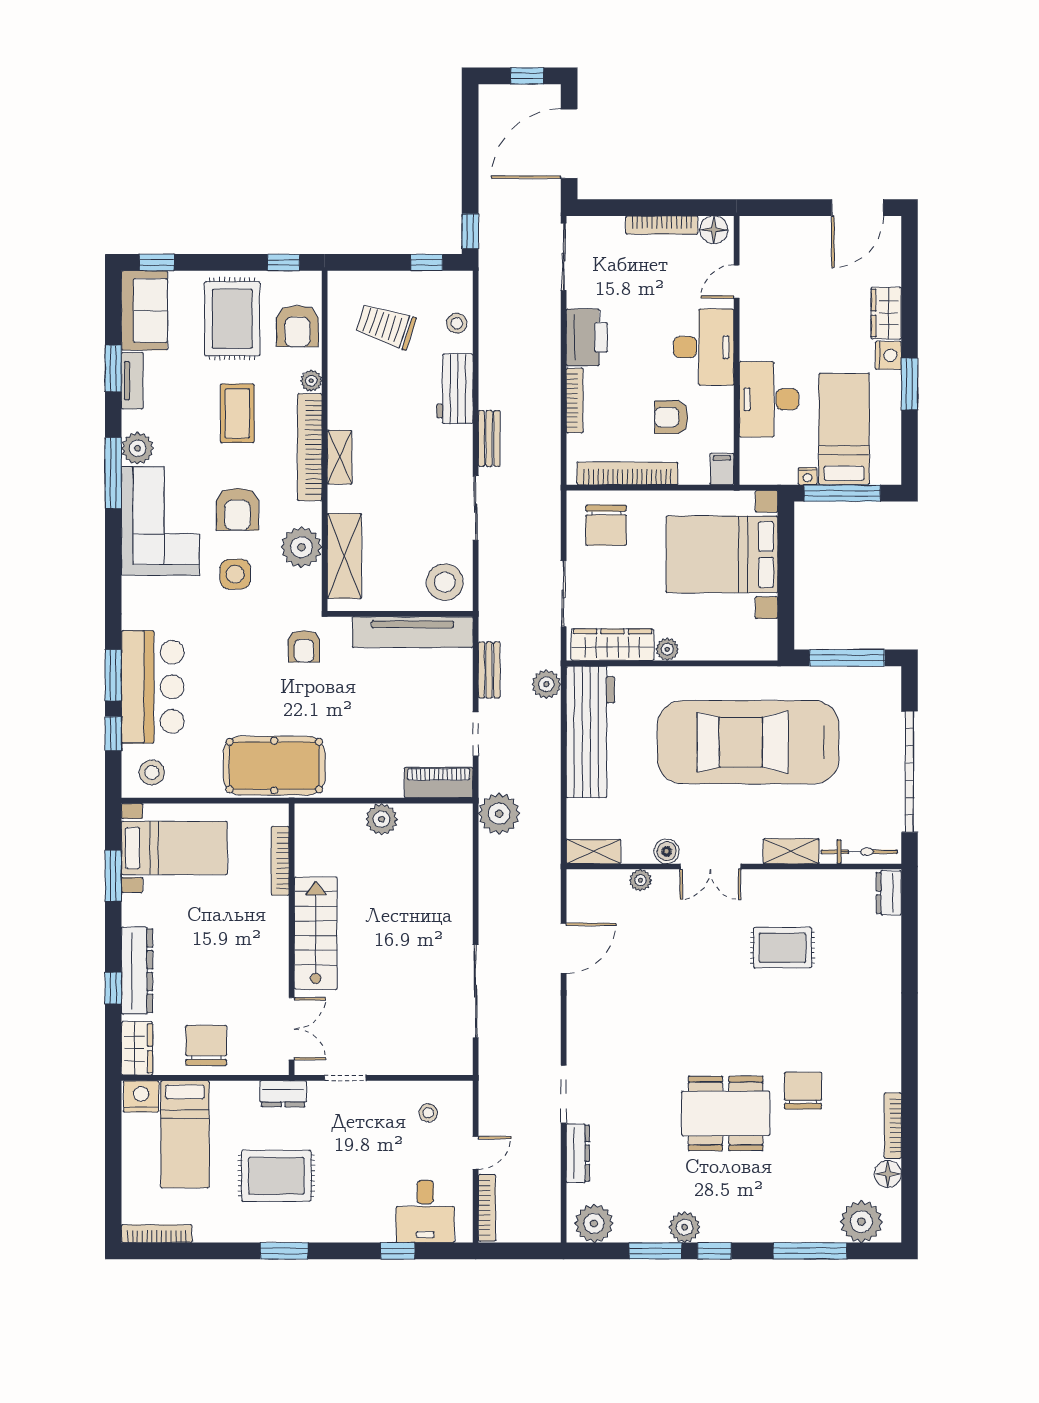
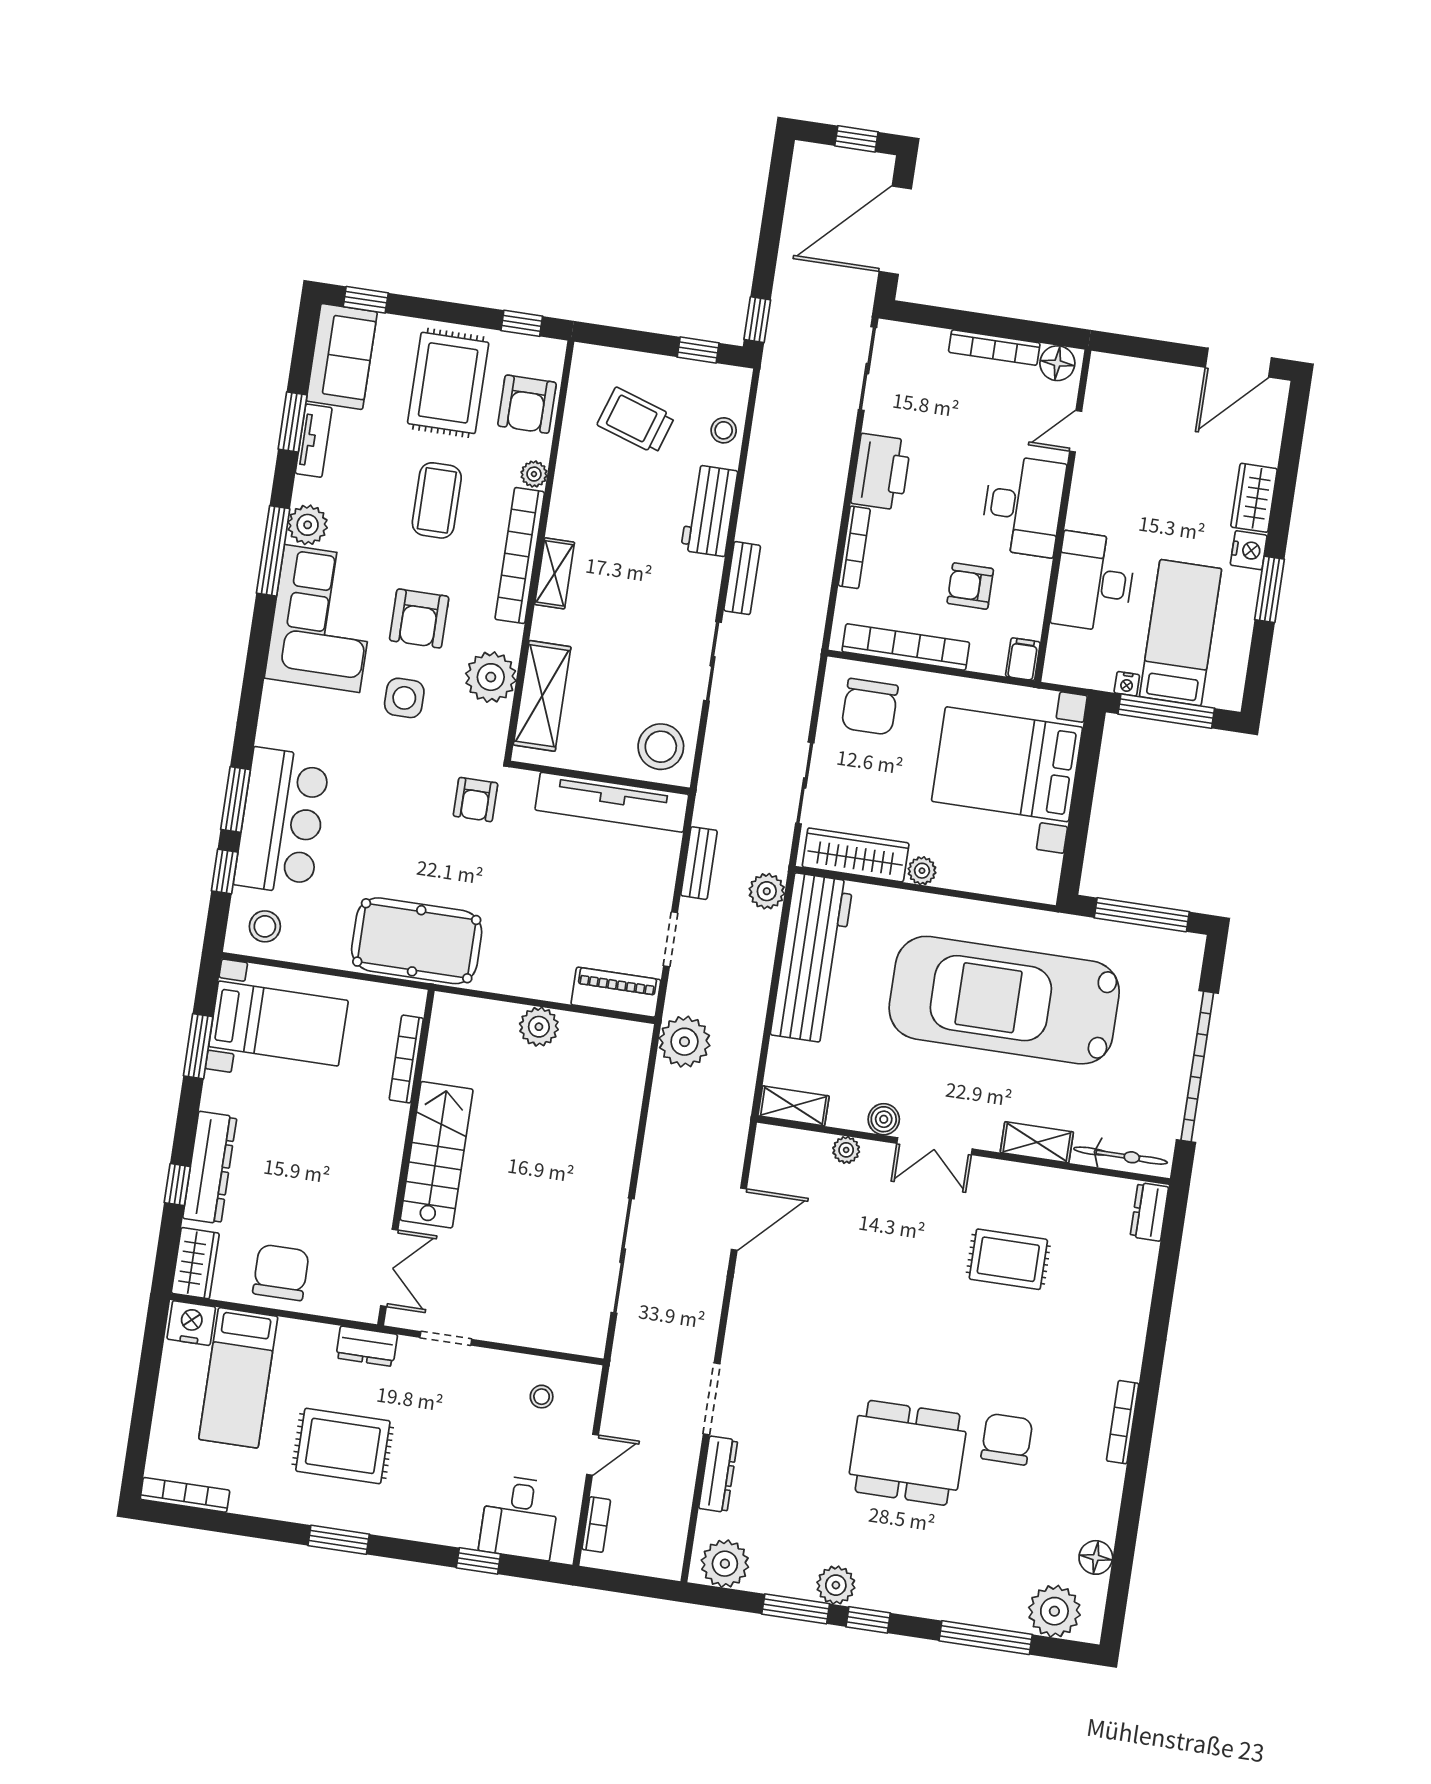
bookcase: (893, 1126) -> (1123, 1422), moved
bookcase: (487, 1208) -> (596, 1525), width x0.64

